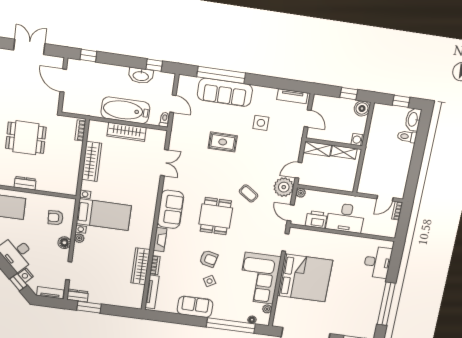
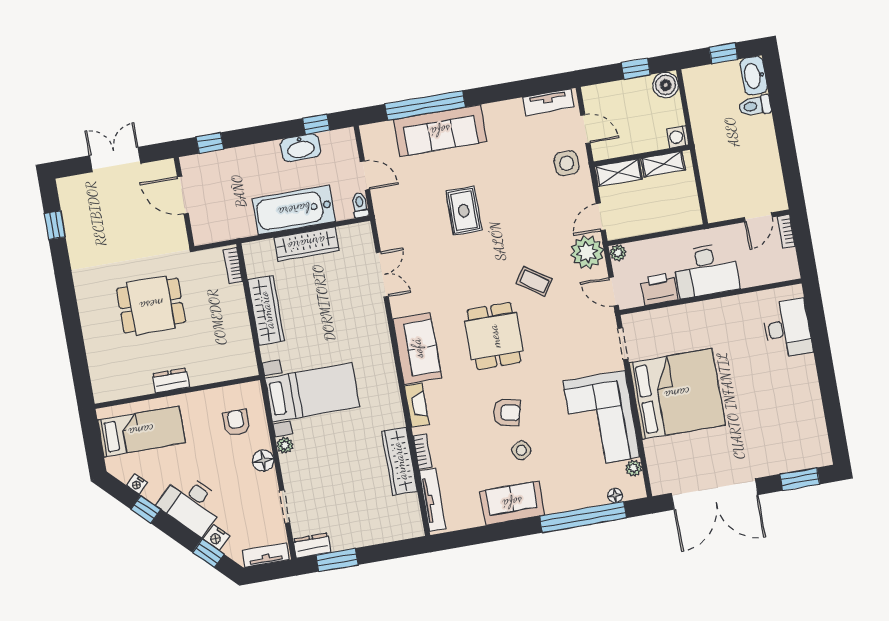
side table: (261, 123) -> (567, 163), moved
rug: (223, 142) -> (464, 211), turned 90
armchair: (55, 218) -> (236, 423), turned 93
window: (386, 304) -> (830, 395), removed

